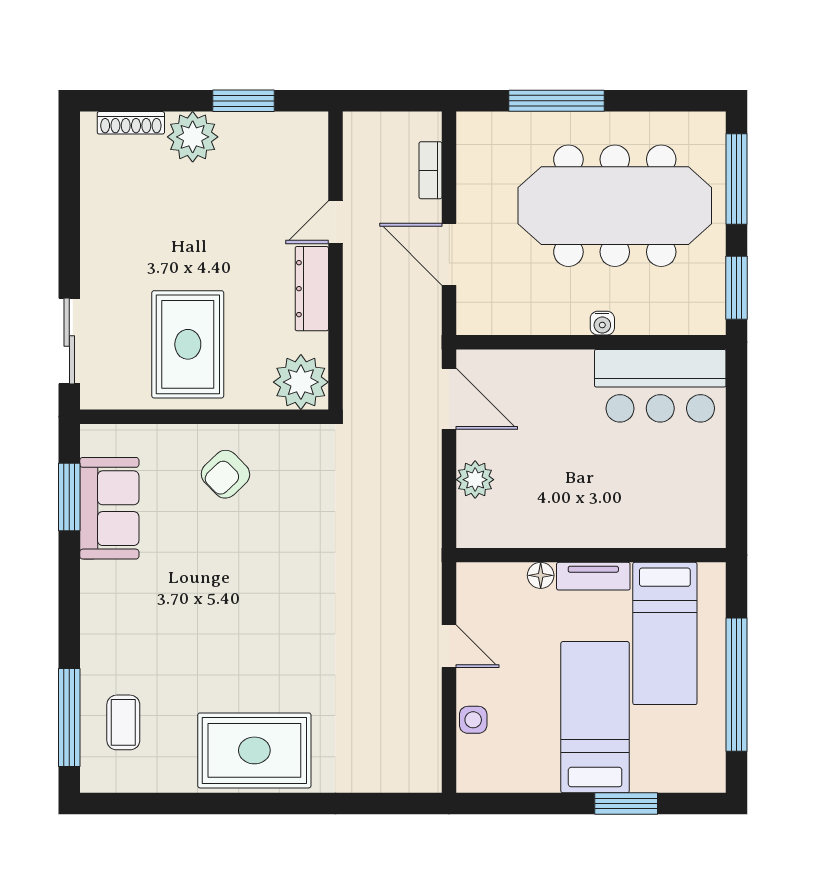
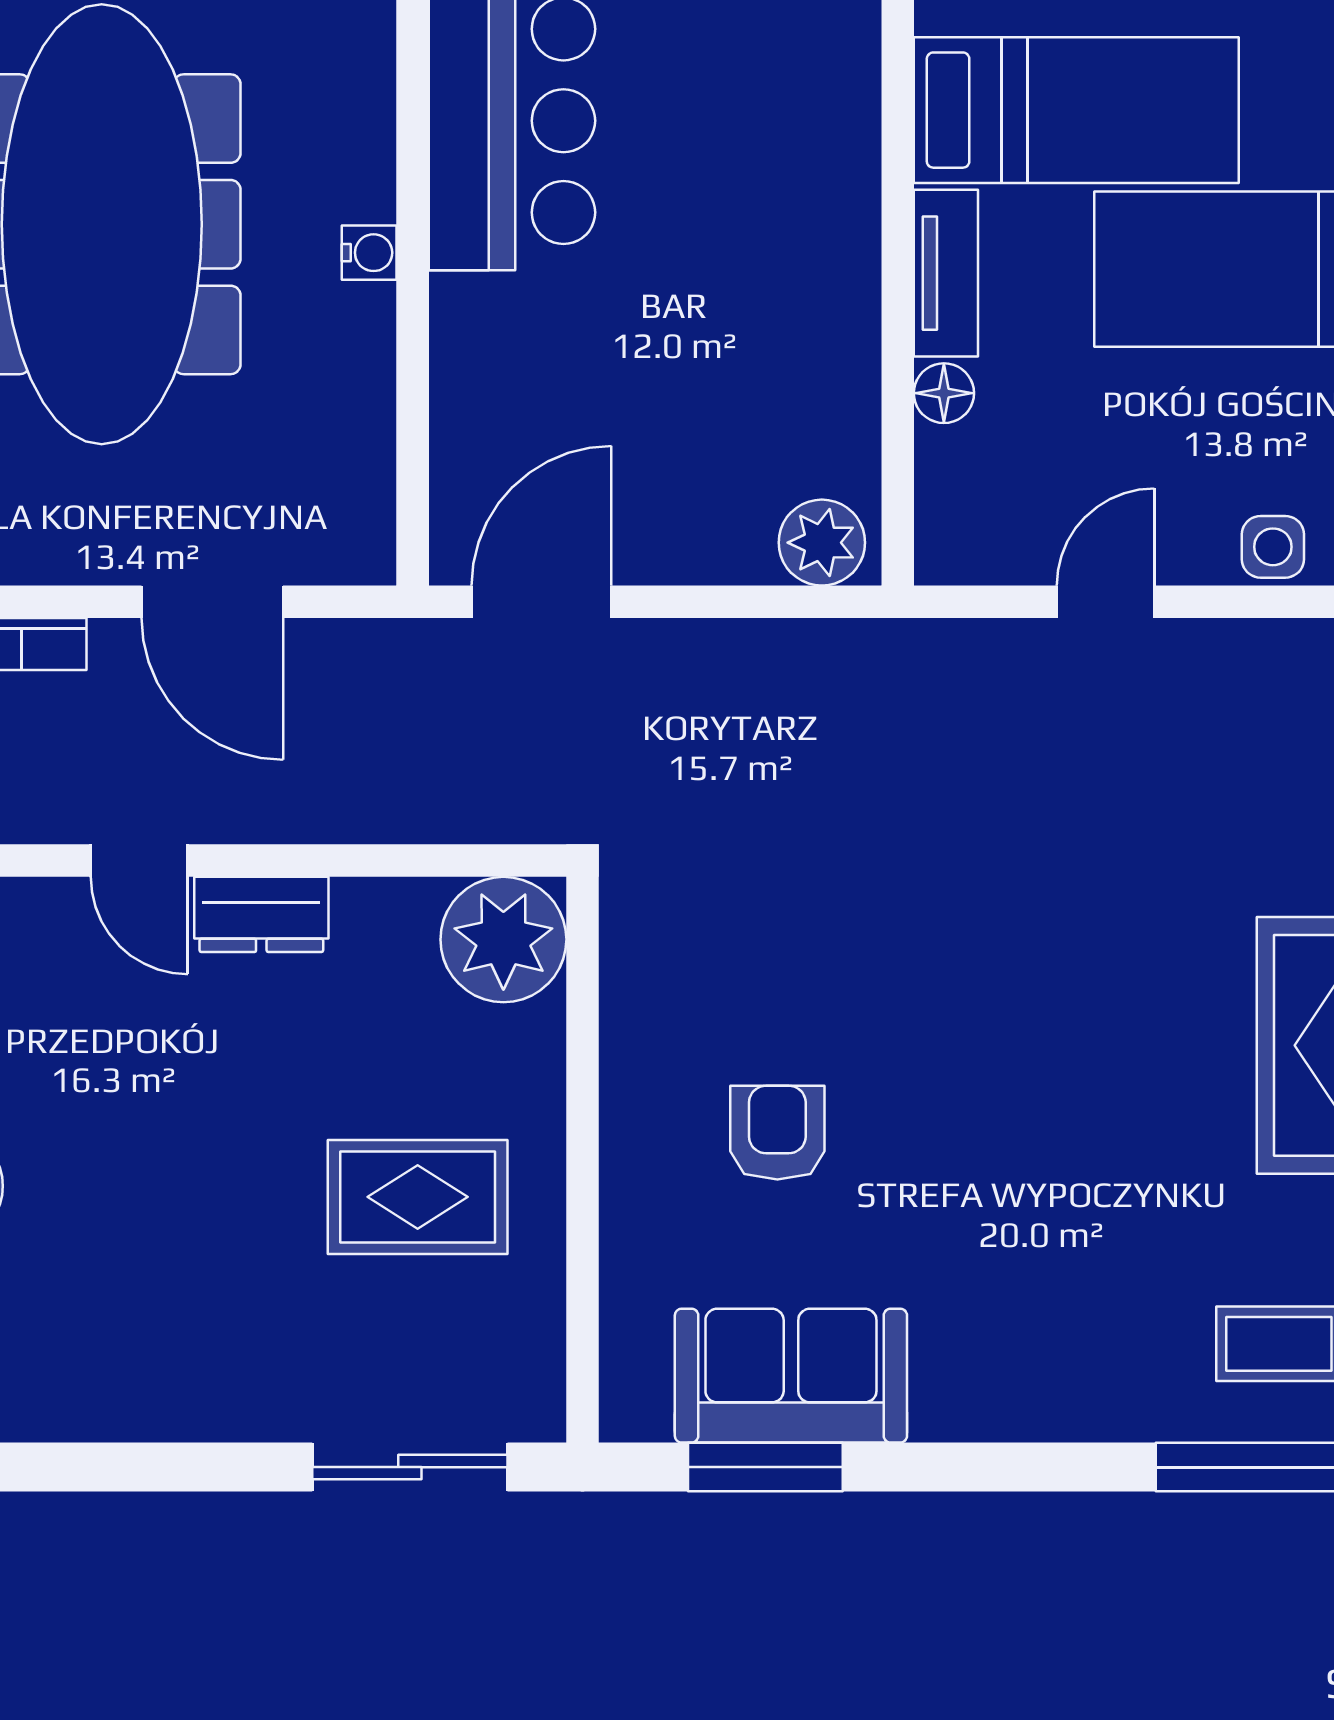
door: (449, 254) -> (212, 602), hinge flipped
dresser: (312, 289) -> (261, 914), width x0.70
rug: (188, 344) -> (418, 1197), width x0.73, depth x0.70
armchair: (225, 474) -> (777, 1133), moved, turned -136
plant: (475, 480) -> (822, 543), moved

